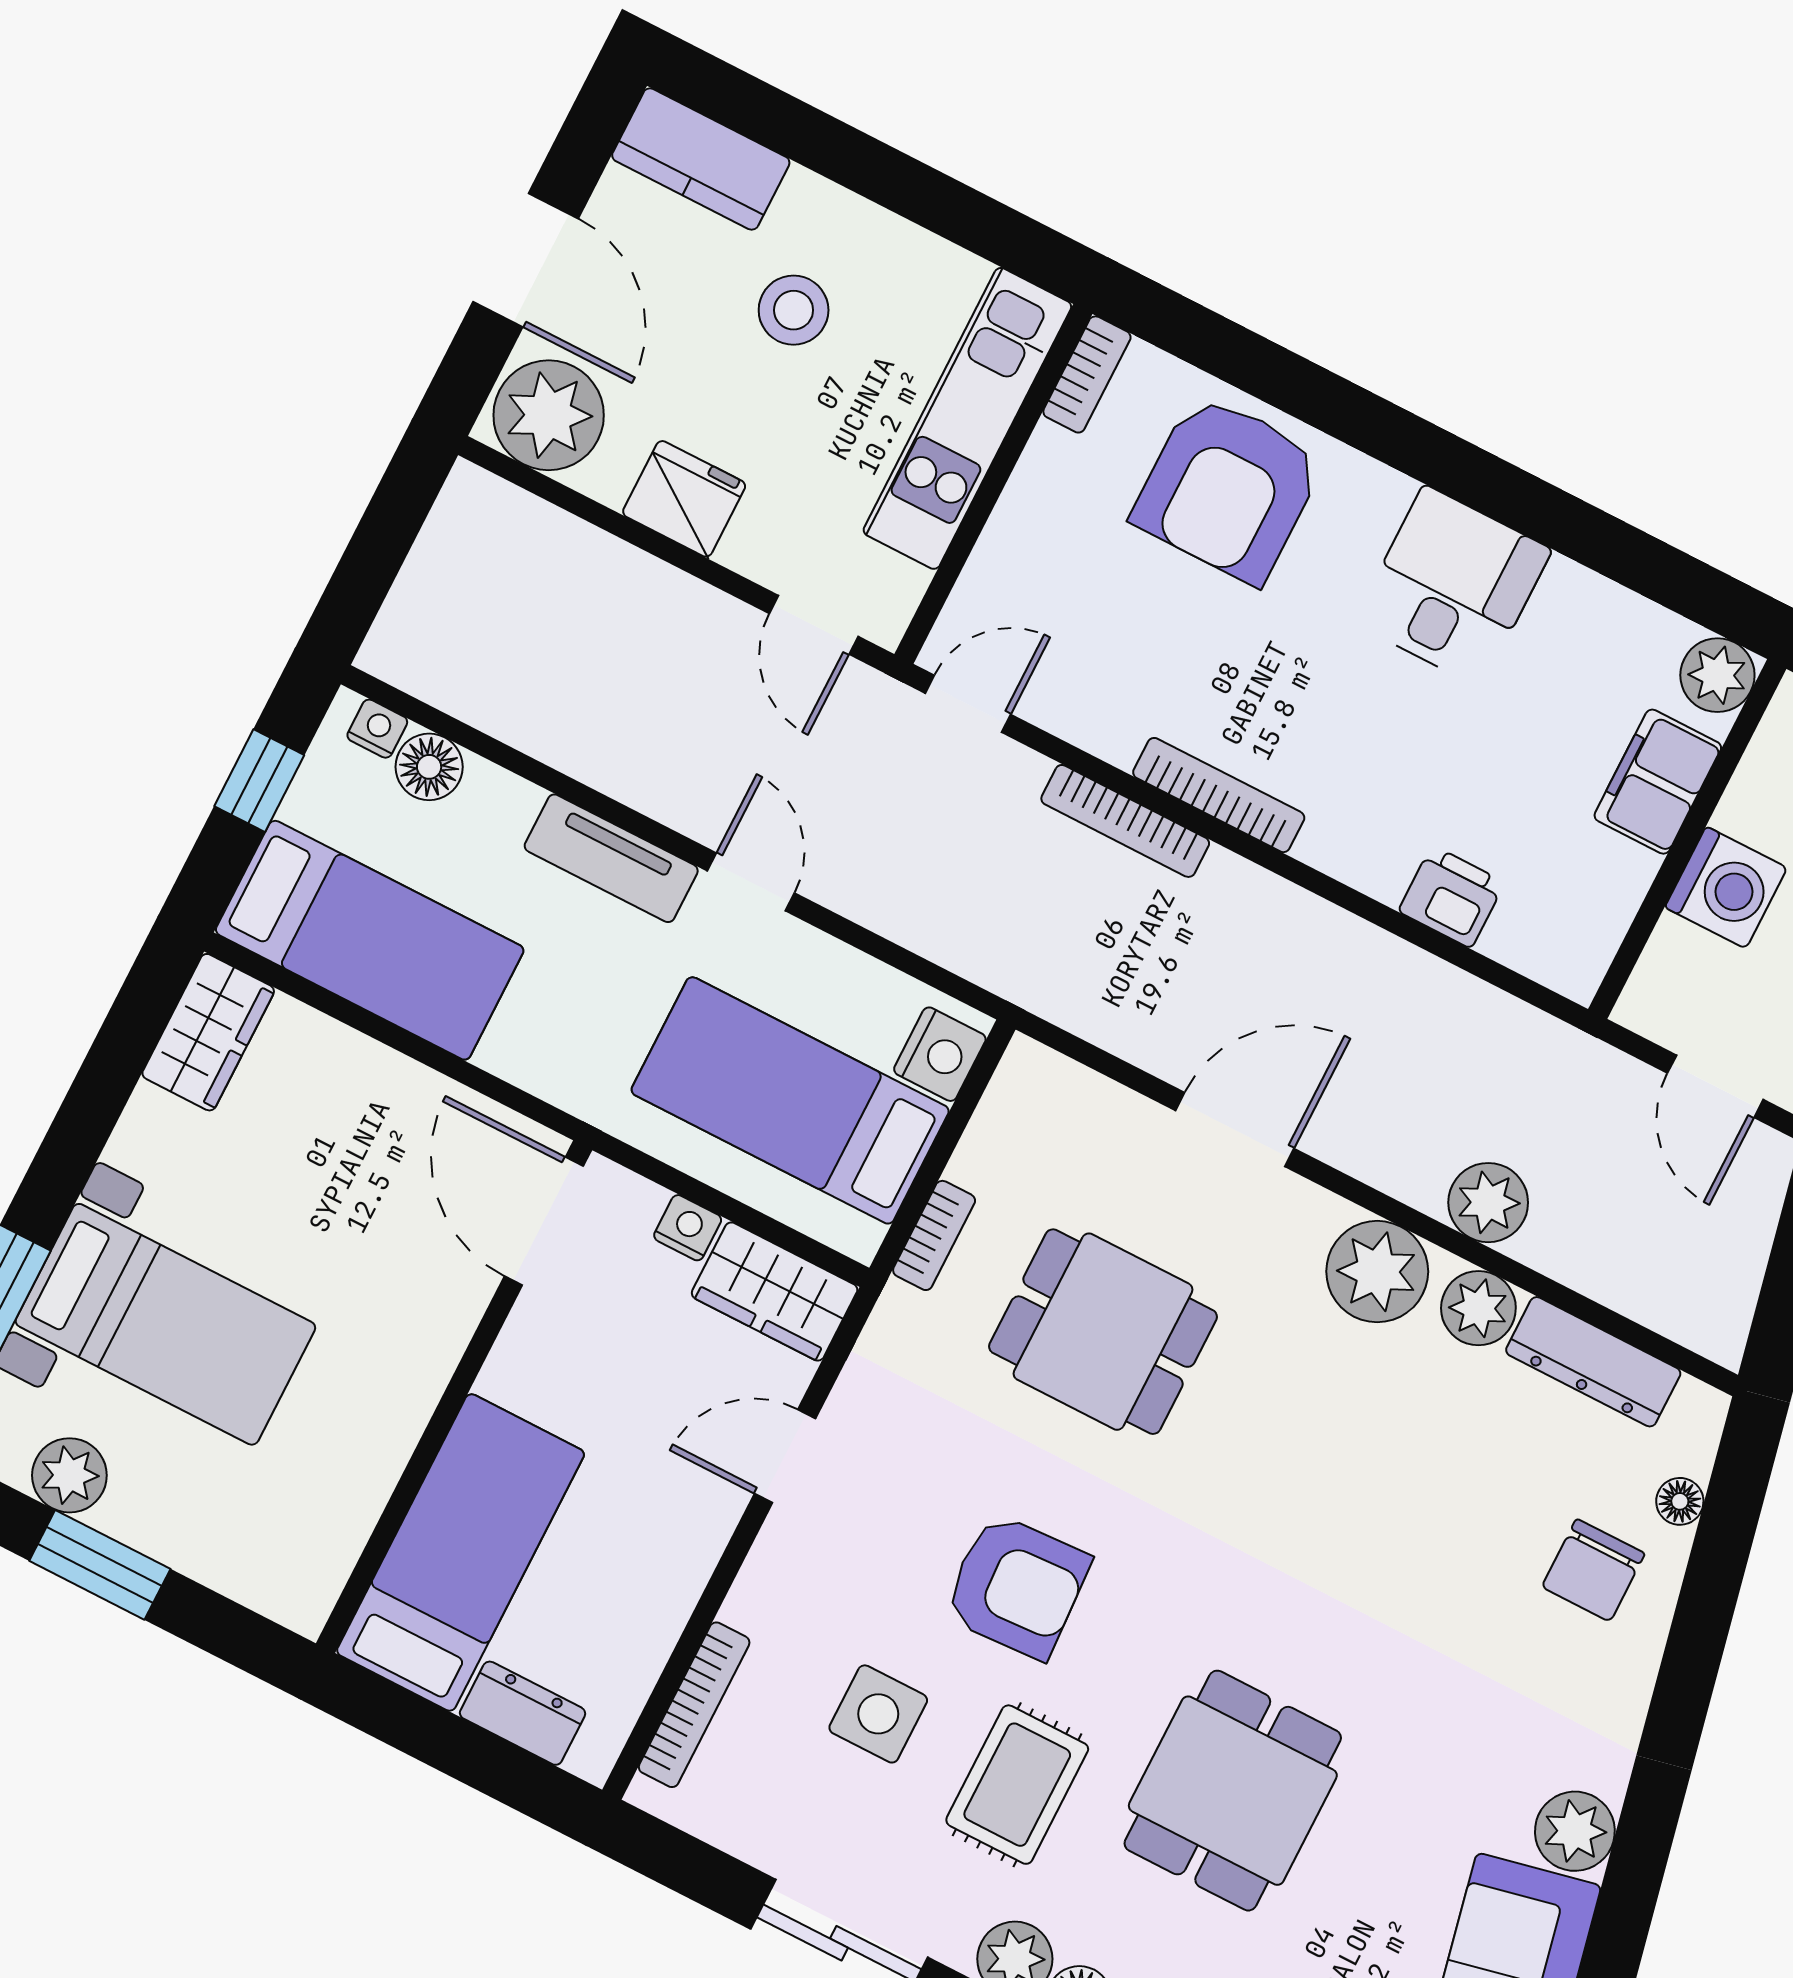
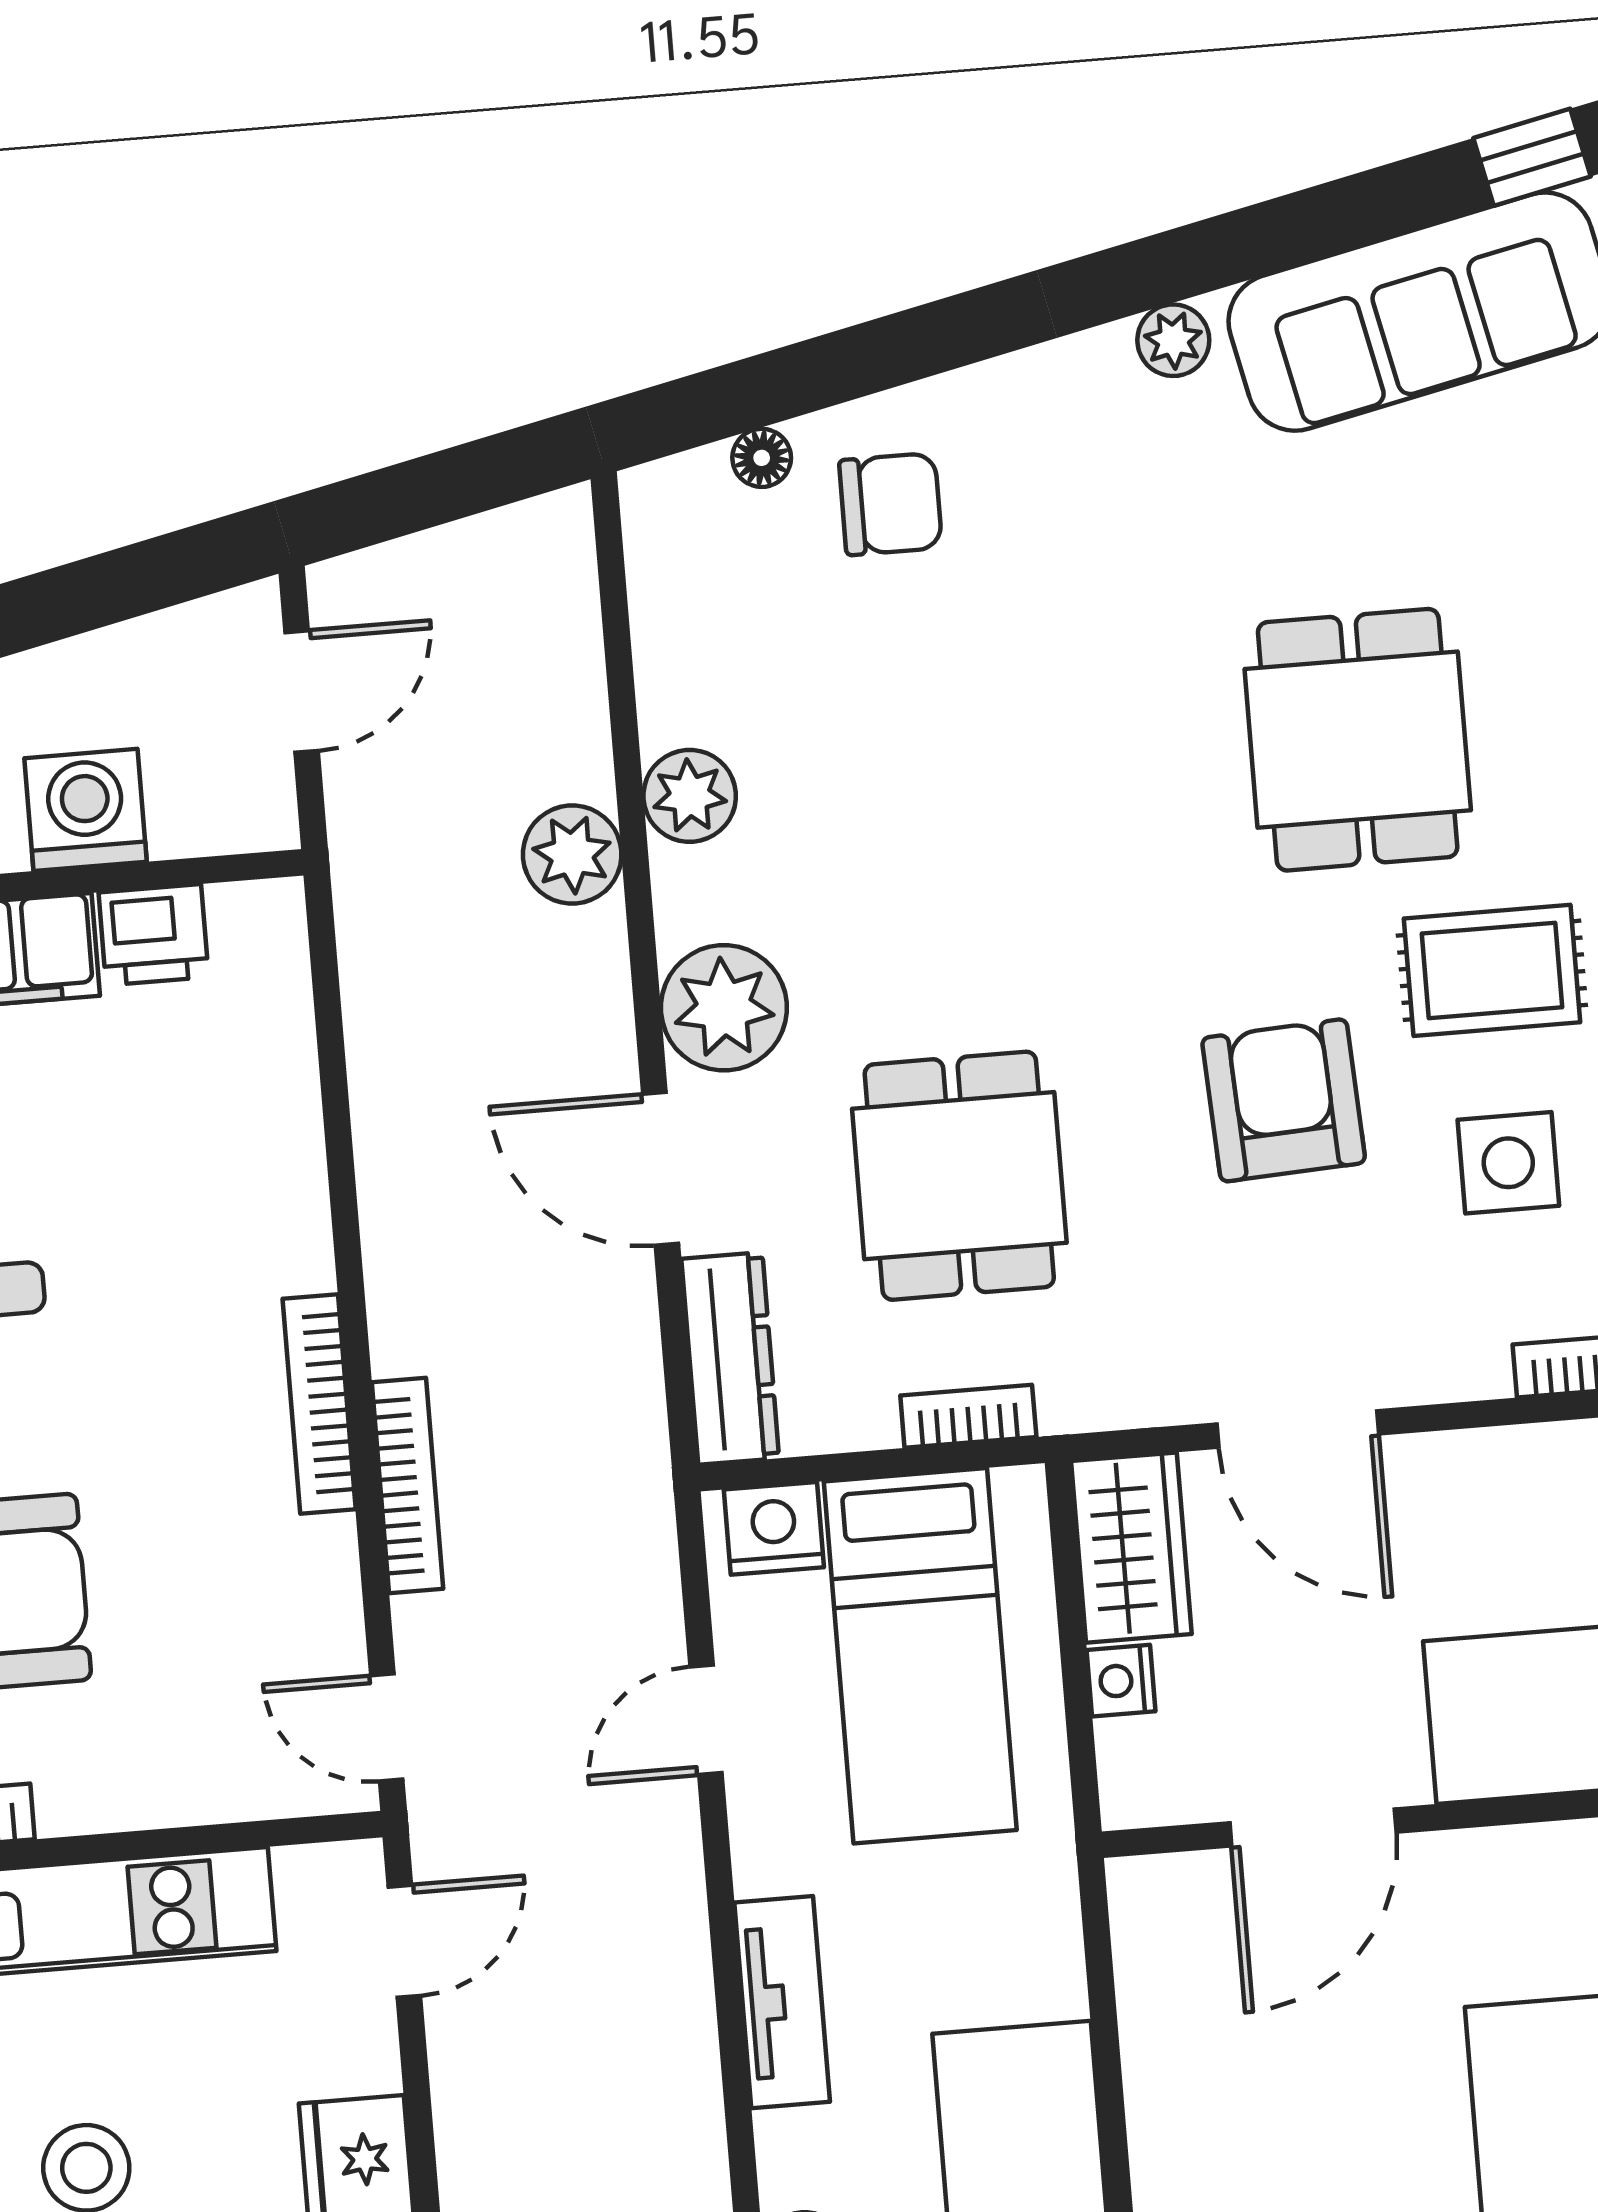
door: (751, 882) -> (706, 1720), moved
printer: (1451, 897) -> (154, 935), moved, turned -90
door: (544, 1221) -> (1313, 1828), moved
plant: (1377, 1272) -> (724, 1008), moved
dresser: (1593, 1362) -> (730, 1358), moved
door: (785, 1456) -> (1298, 1429), width x1.38
dining table: (1233, 1791) -> (1358, 740), turned 90
plant: (1575, 1831) -> (1173, 340), width x0.73, depth x0.73

